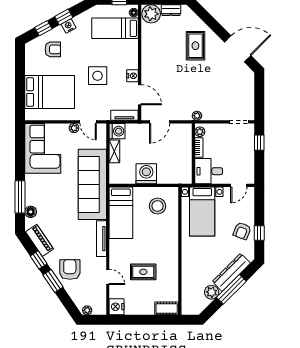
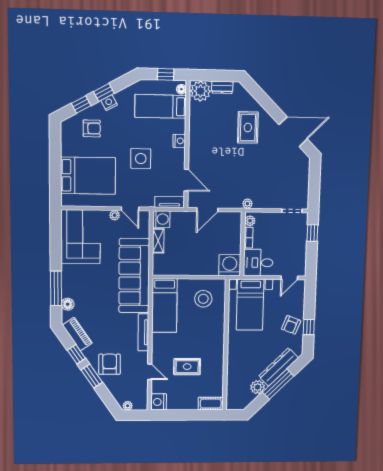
nightstand: (133, 76) -> (179, 141), moved
washing machine: (146, 174) -> (230, 265), moved

